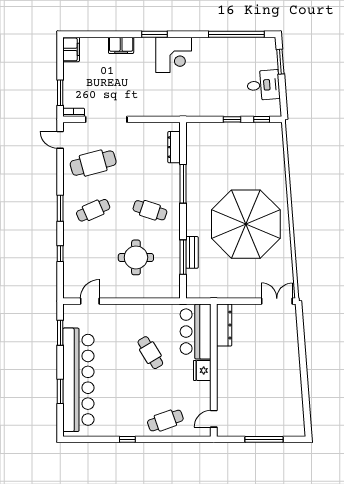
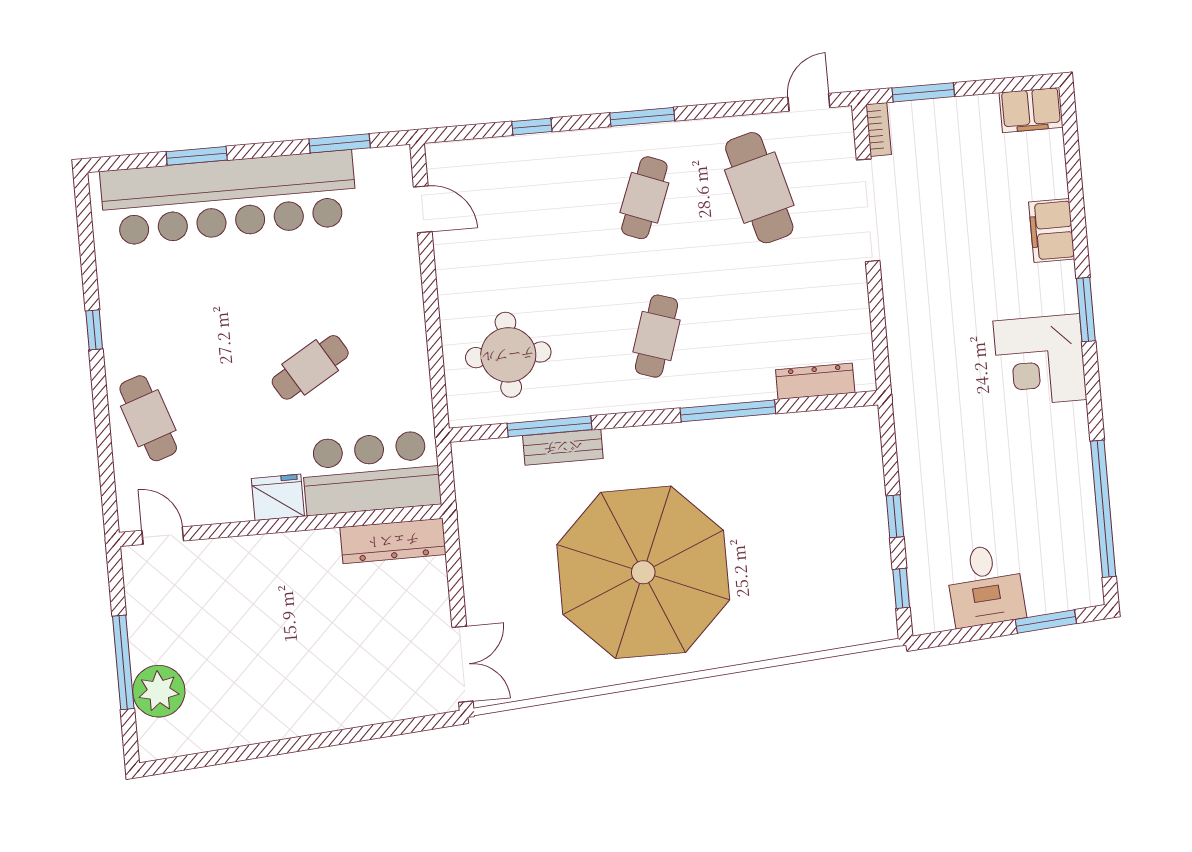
cafe table: (93, 210) -> (644, 198), turned 45
round table: (136, 257) -> (508, 355), moved
plant: (277, 426) -> (159, 691), added

